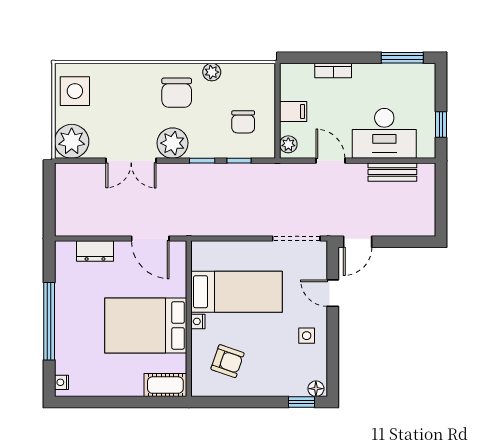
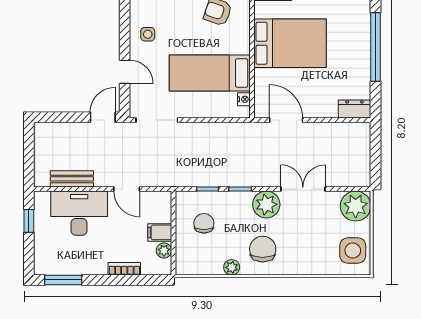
plant: (288, 144) -> (164, 251), moved
dresser: (95, 251) -> (355, 109), moved
nightstand: (198, 321) -> (244, 99), moved

